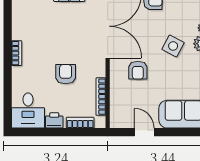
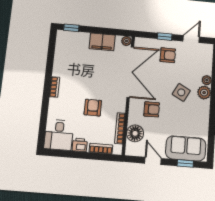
armchair: (138, 70) -> (152, 109), turned -90
floor lamp: (120, 101) -> (135, 133), added
window: (184, 132) -> (185, 163), added

